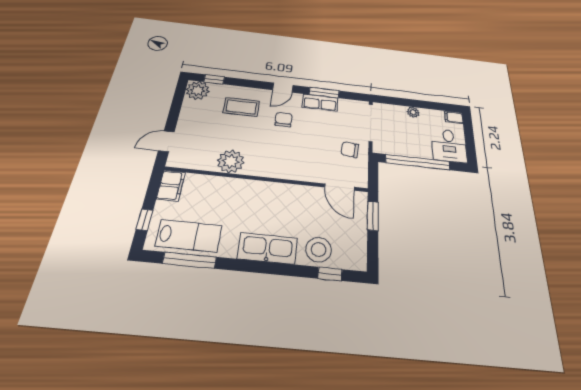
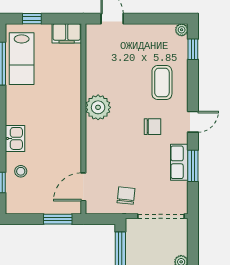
door: (283, 88) -> (193, 122), swing flipped
plant: (197, 90) -> (182, 30), width x0.53, depth x0.53
plant: (231, 161) -> (98, 107), moved
kitchen sink: (267, 248) -> (15, 138), width x0.53, depth x0.81
stool: (319, 250) -> (21, 171), width x0.53, depth x0.53

